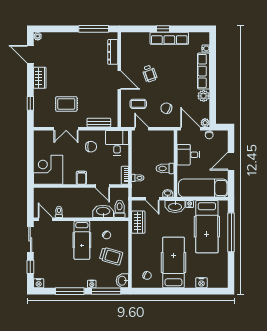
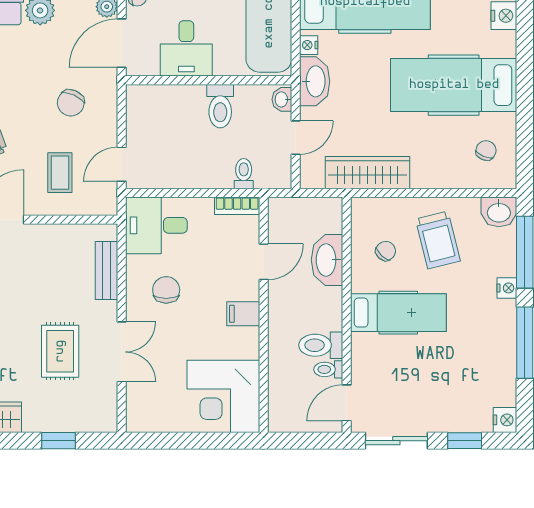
toilet: (120, 209) -> (321, 345), moved
wardrobe: (138, 222) -> (368, 173), width x1.50
trolley: (111, 256) -> (438, 240), turned 150

